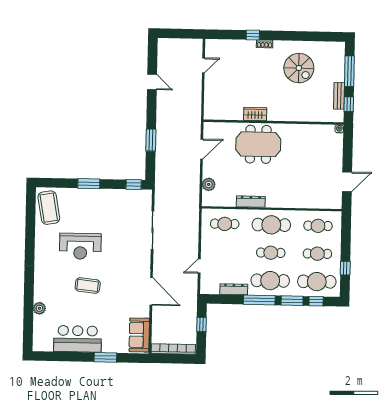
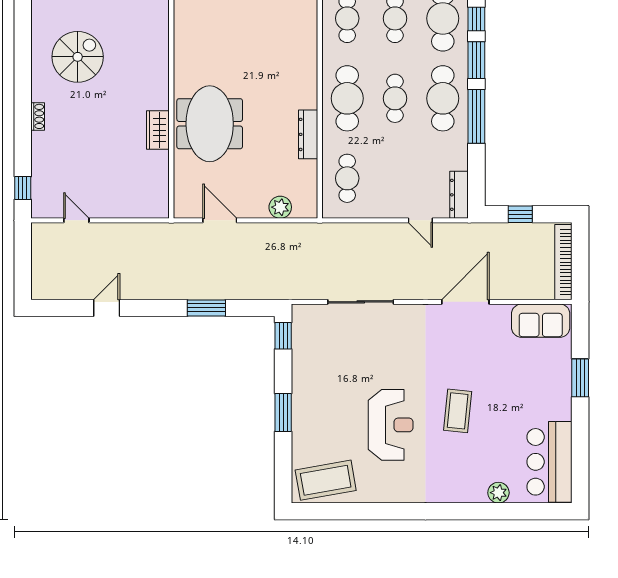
window: (253, 35) -> (23, 188), moved
dresser: (234, 289) -> (459, 195), moved
bar counter: (78, 339) -> (550, 462), moved

